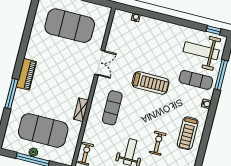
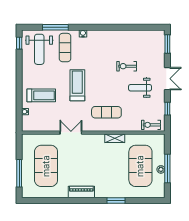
piano: (26, 74) -> (81, 192), moved
window: (12, 94) -> (116, 200), width x0.69
treadmill: (188, 133) -> (41, 95), moved

